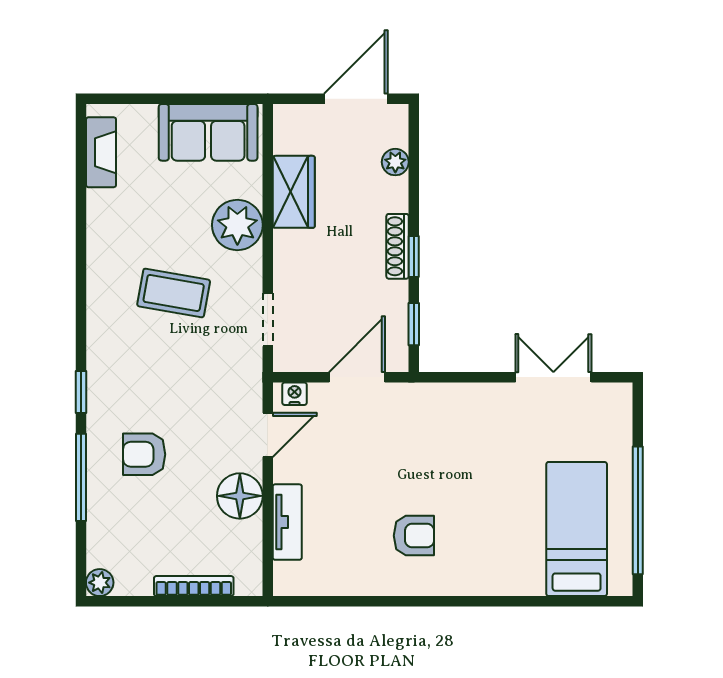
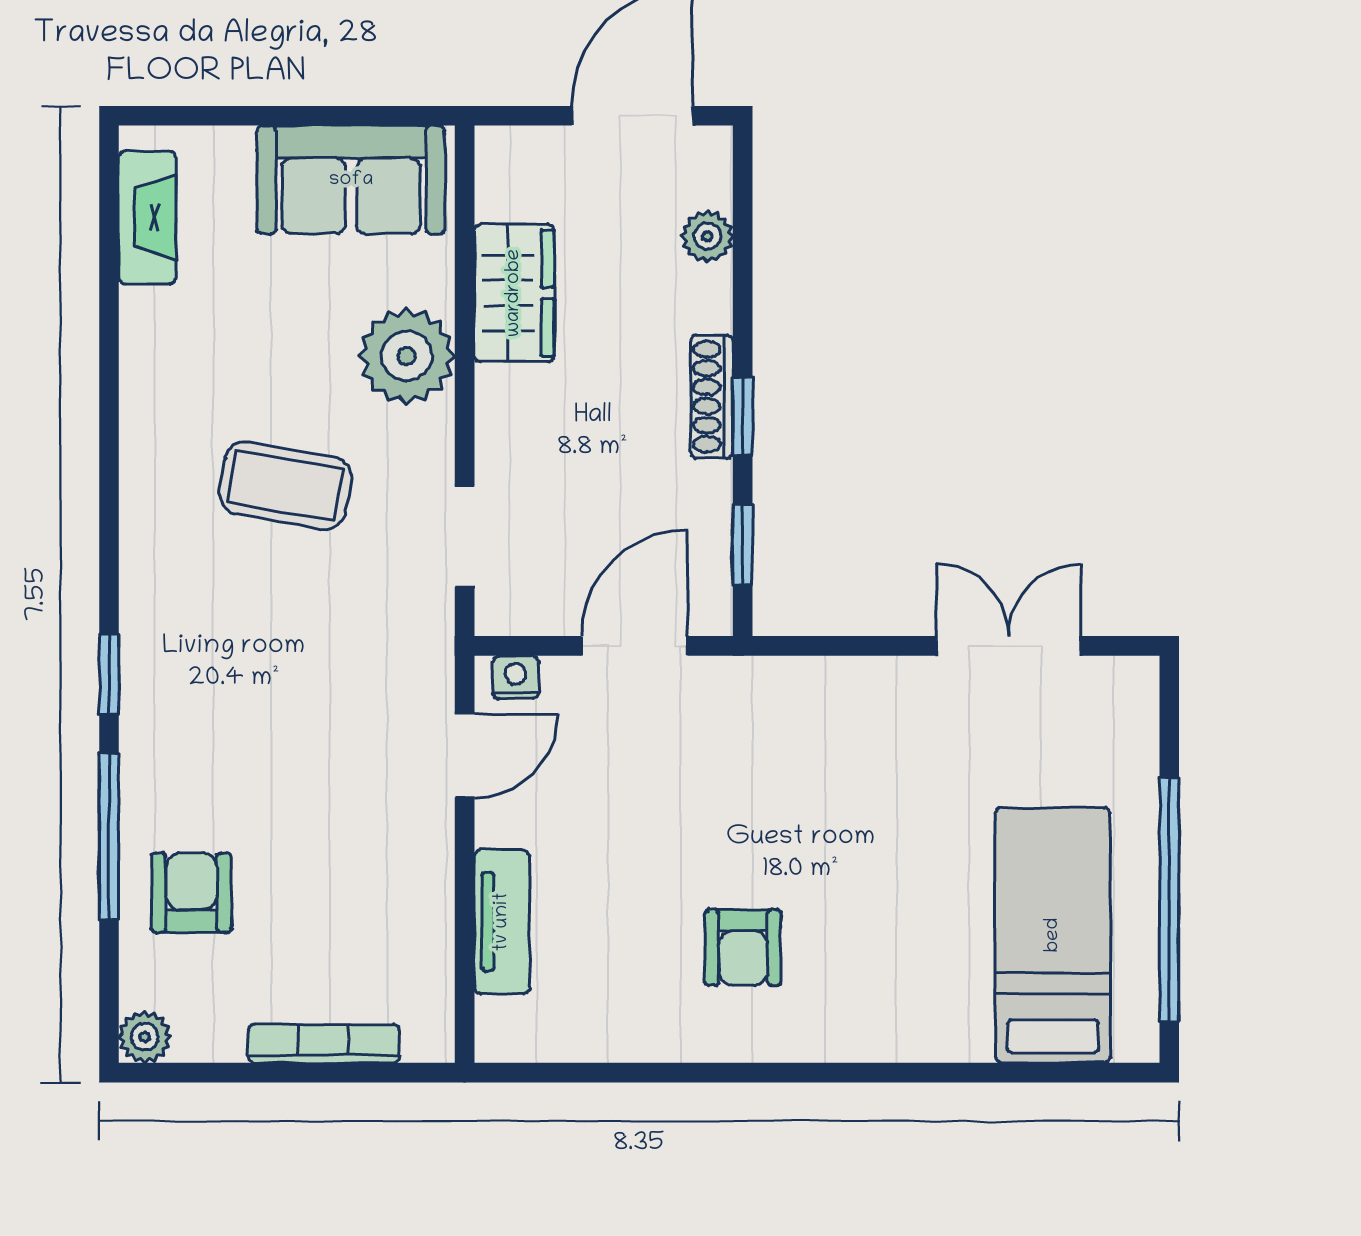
armchair: (144, 454) -> (191, 893), moved, turned 90
floor lamp: (240, 496) -> (411, 872), removed
armchair: (414, 536) -> (743, 947), turned 90

